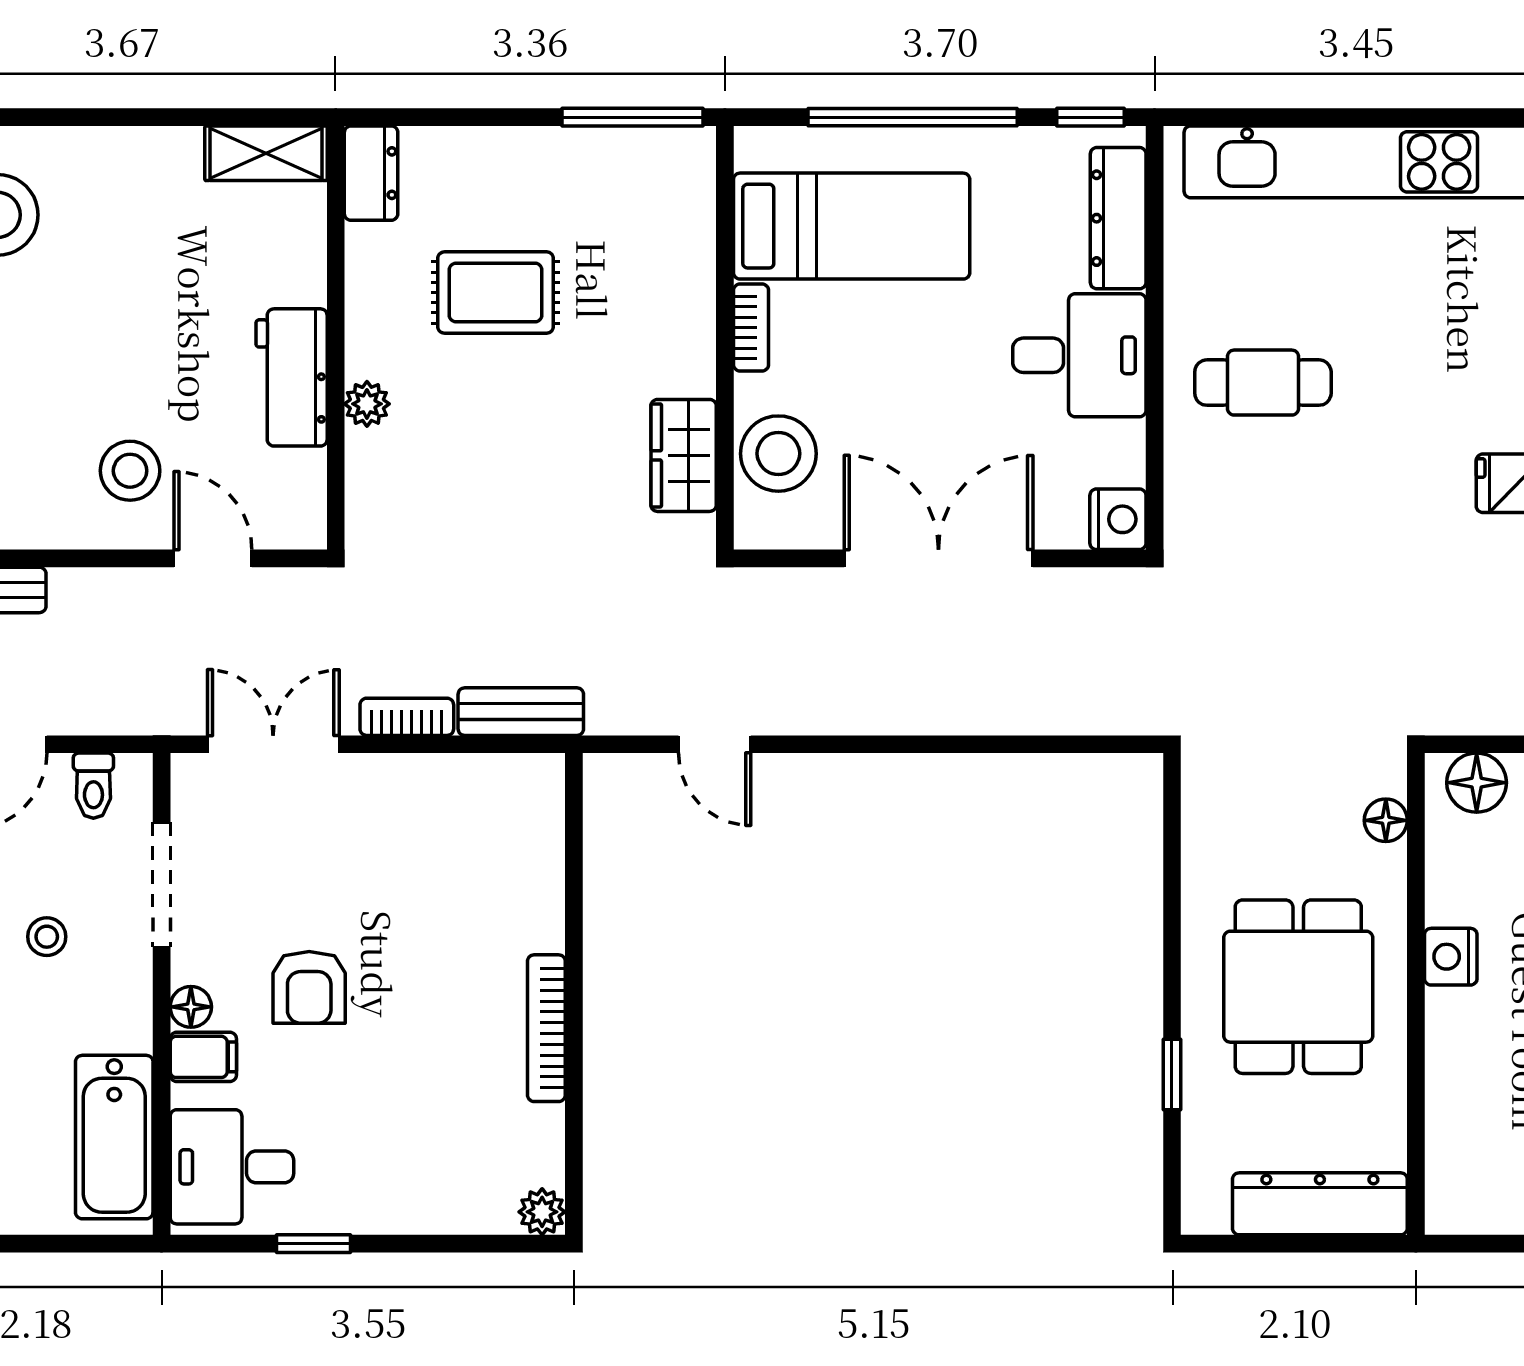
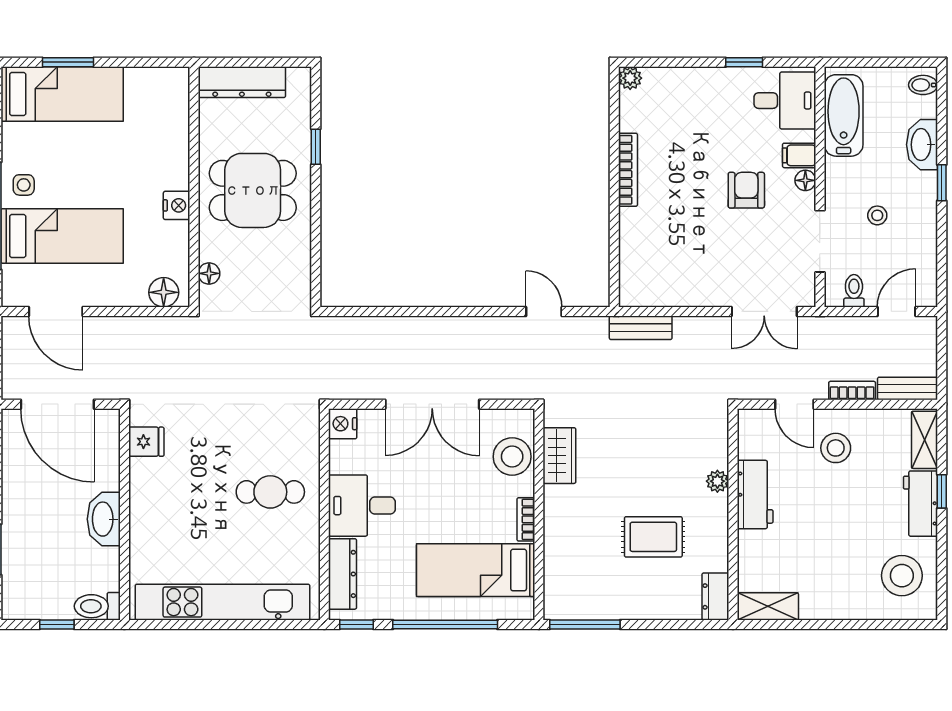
bookcase: (407, 717) -> (852, 390), moved, turned 180
dining table: (1298, 987) -> (253, 190), turned 90

